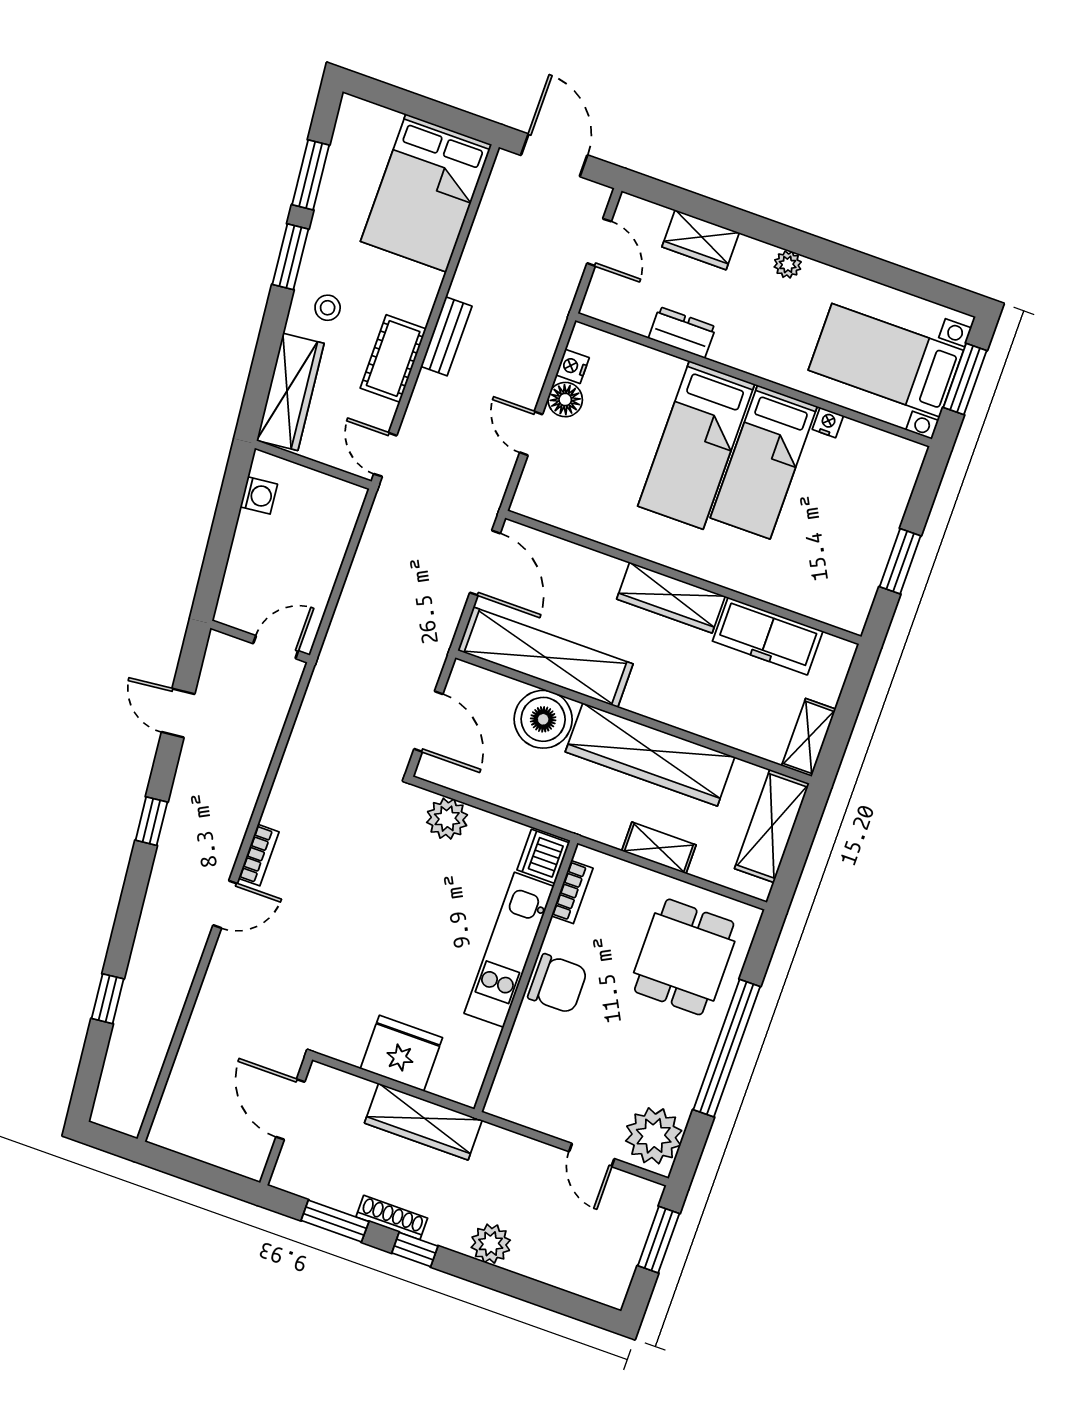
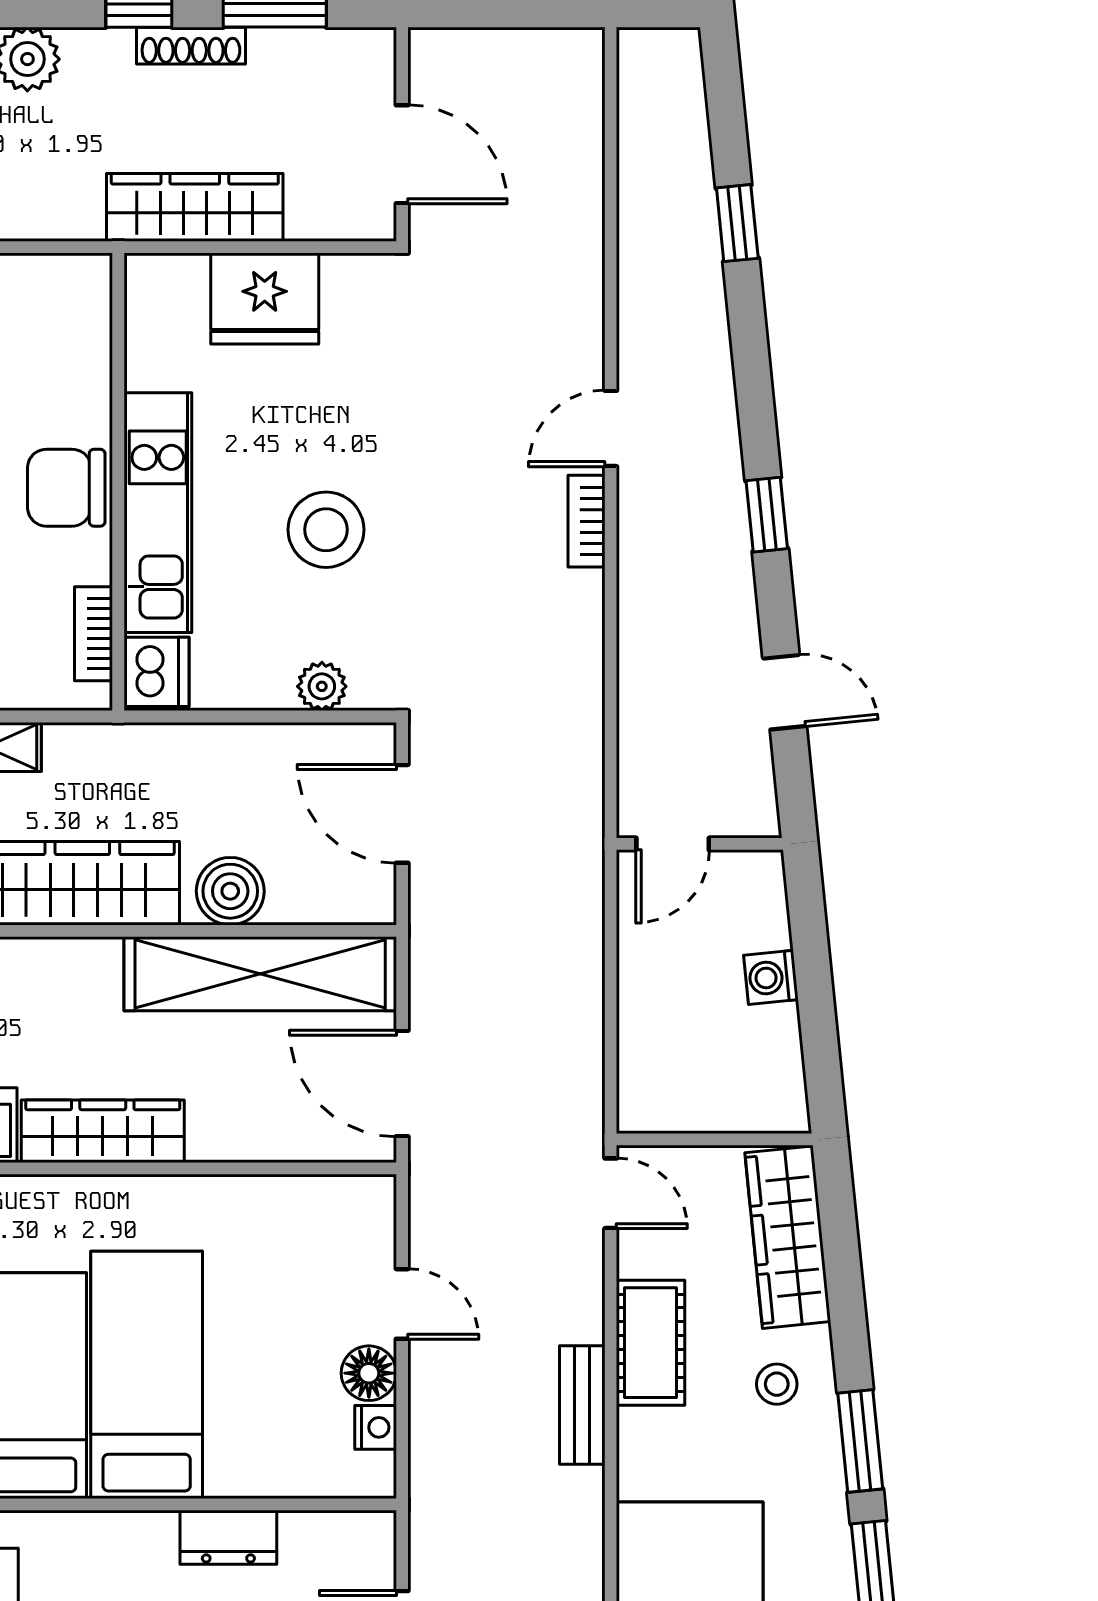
washing machine: (259, 495) -> (771, 977), moved
boiler: (543, 719) -> (230, 891), width x0.73, depth x0.73
plant: (447, 819) -> (322, 686), width x0.73, depth x0.73
stool: (414, 905) -> (326, 530), added

